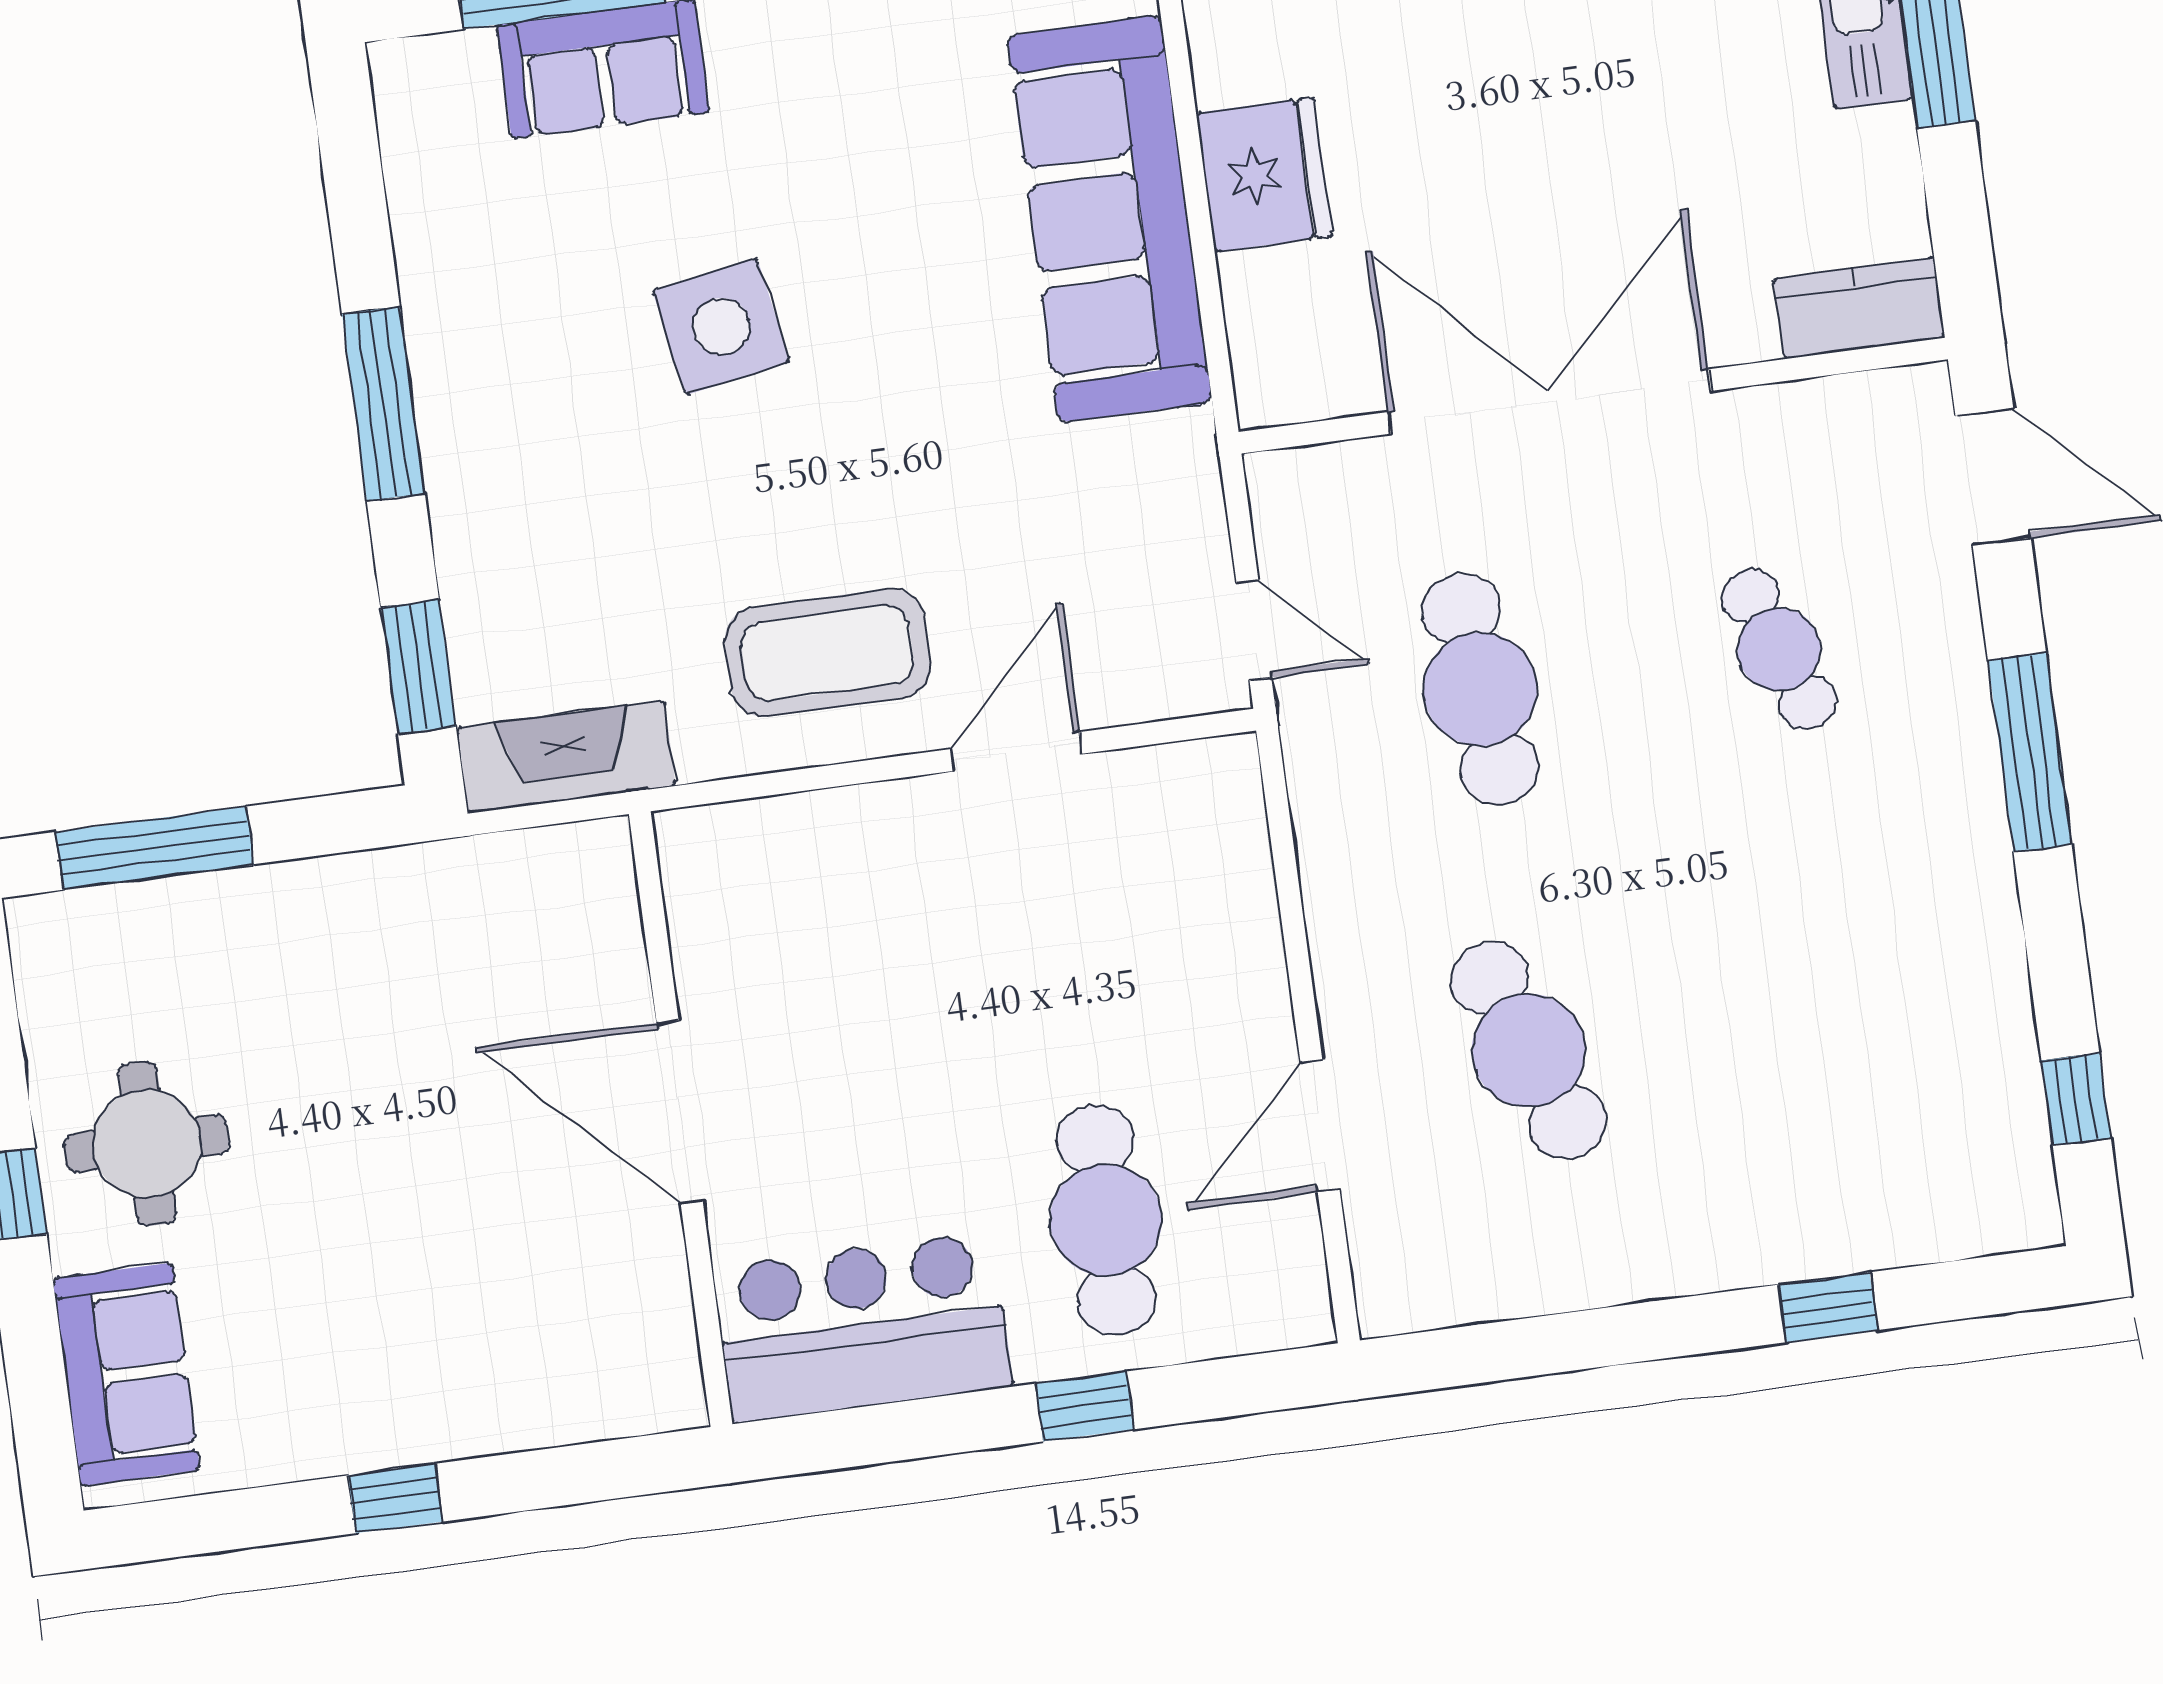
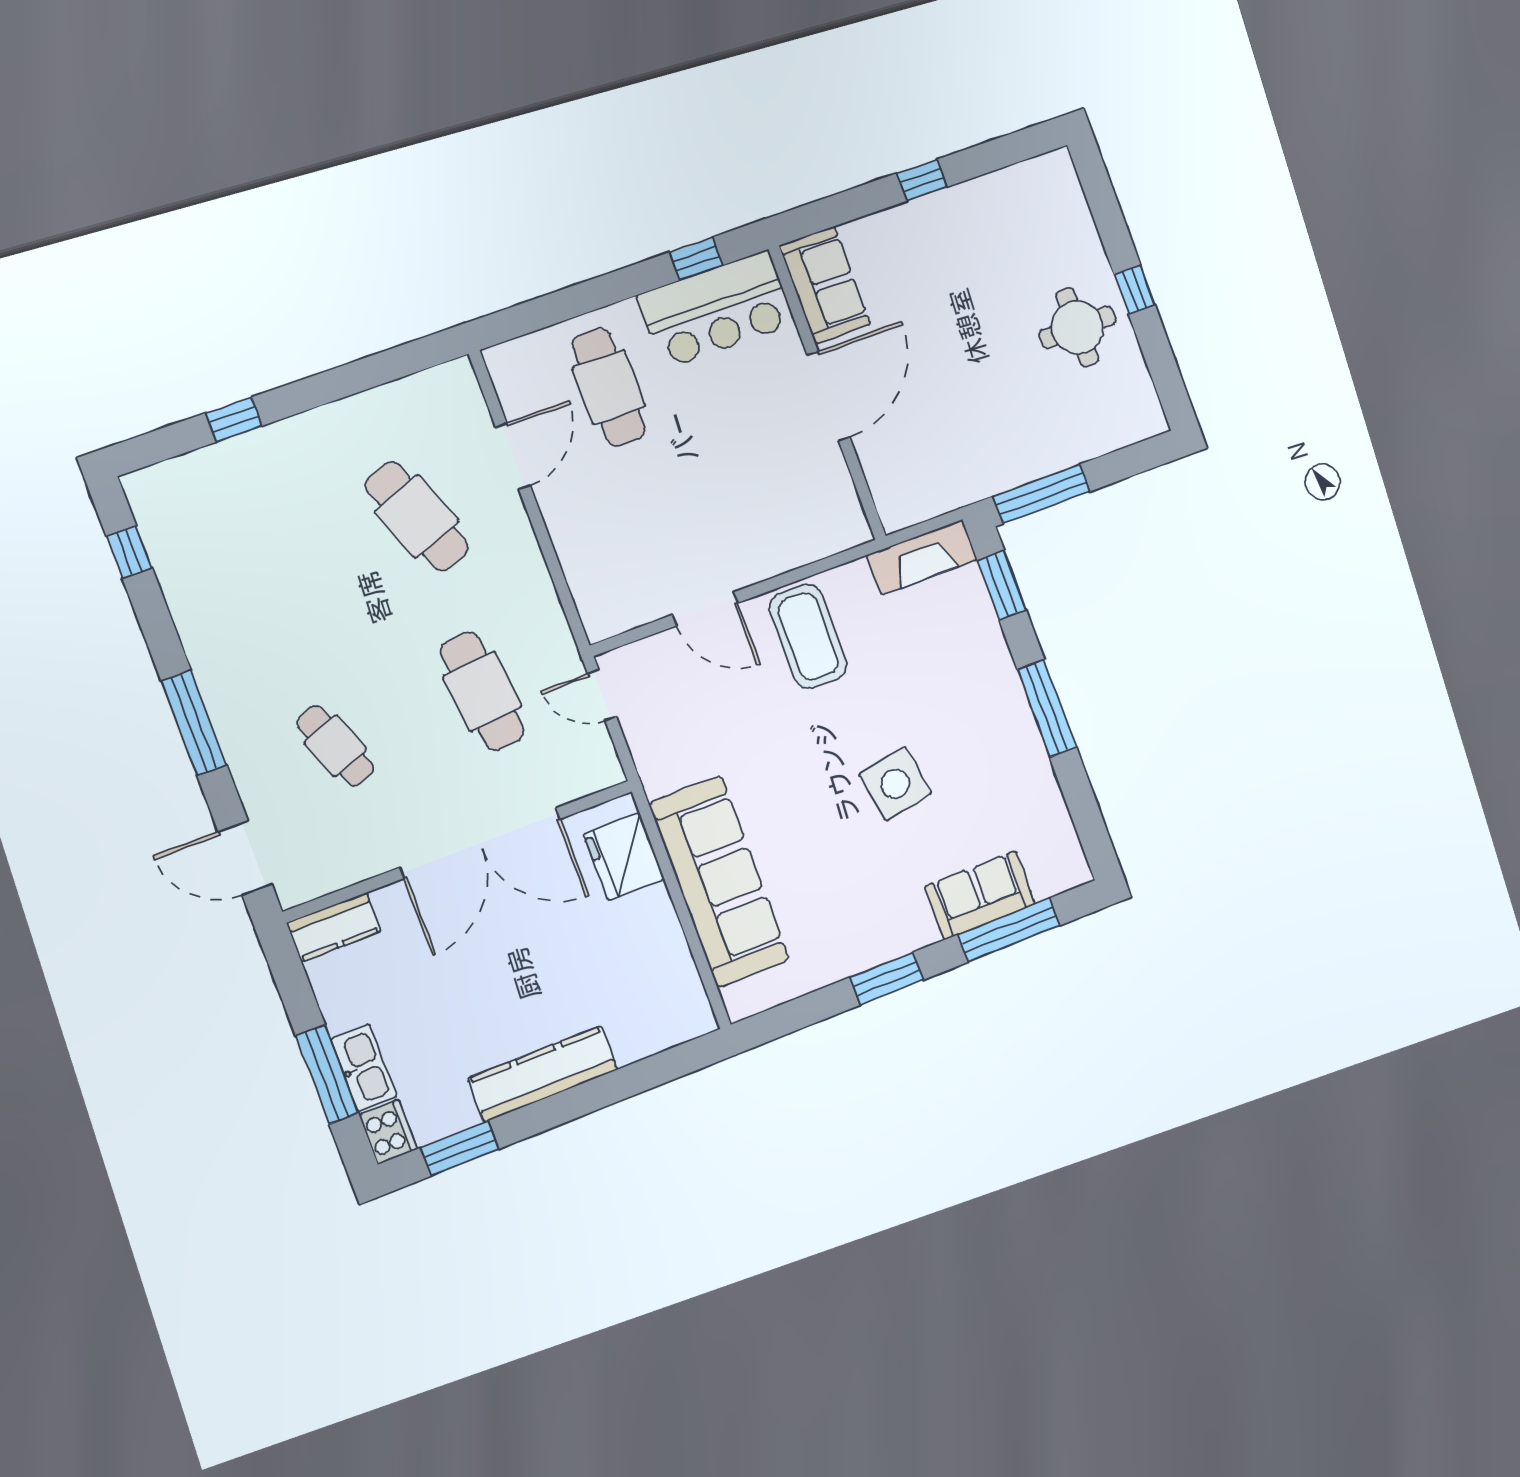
fridge: (1264, 175) -> (624, 857), moved
coffee table: (827, 653) -> (808, 636), turned 90
door: (1016, 751) -> (705, 609), hinge flipped
window: (155, 848) -> (1042, 494), moved
door: (680, 1112) -> (828, 396), hinge flipped
sofa: (126, 1374) -> (825, 285), moved, turned 180
window: (1085, 1406) -> (696, 259), moved

